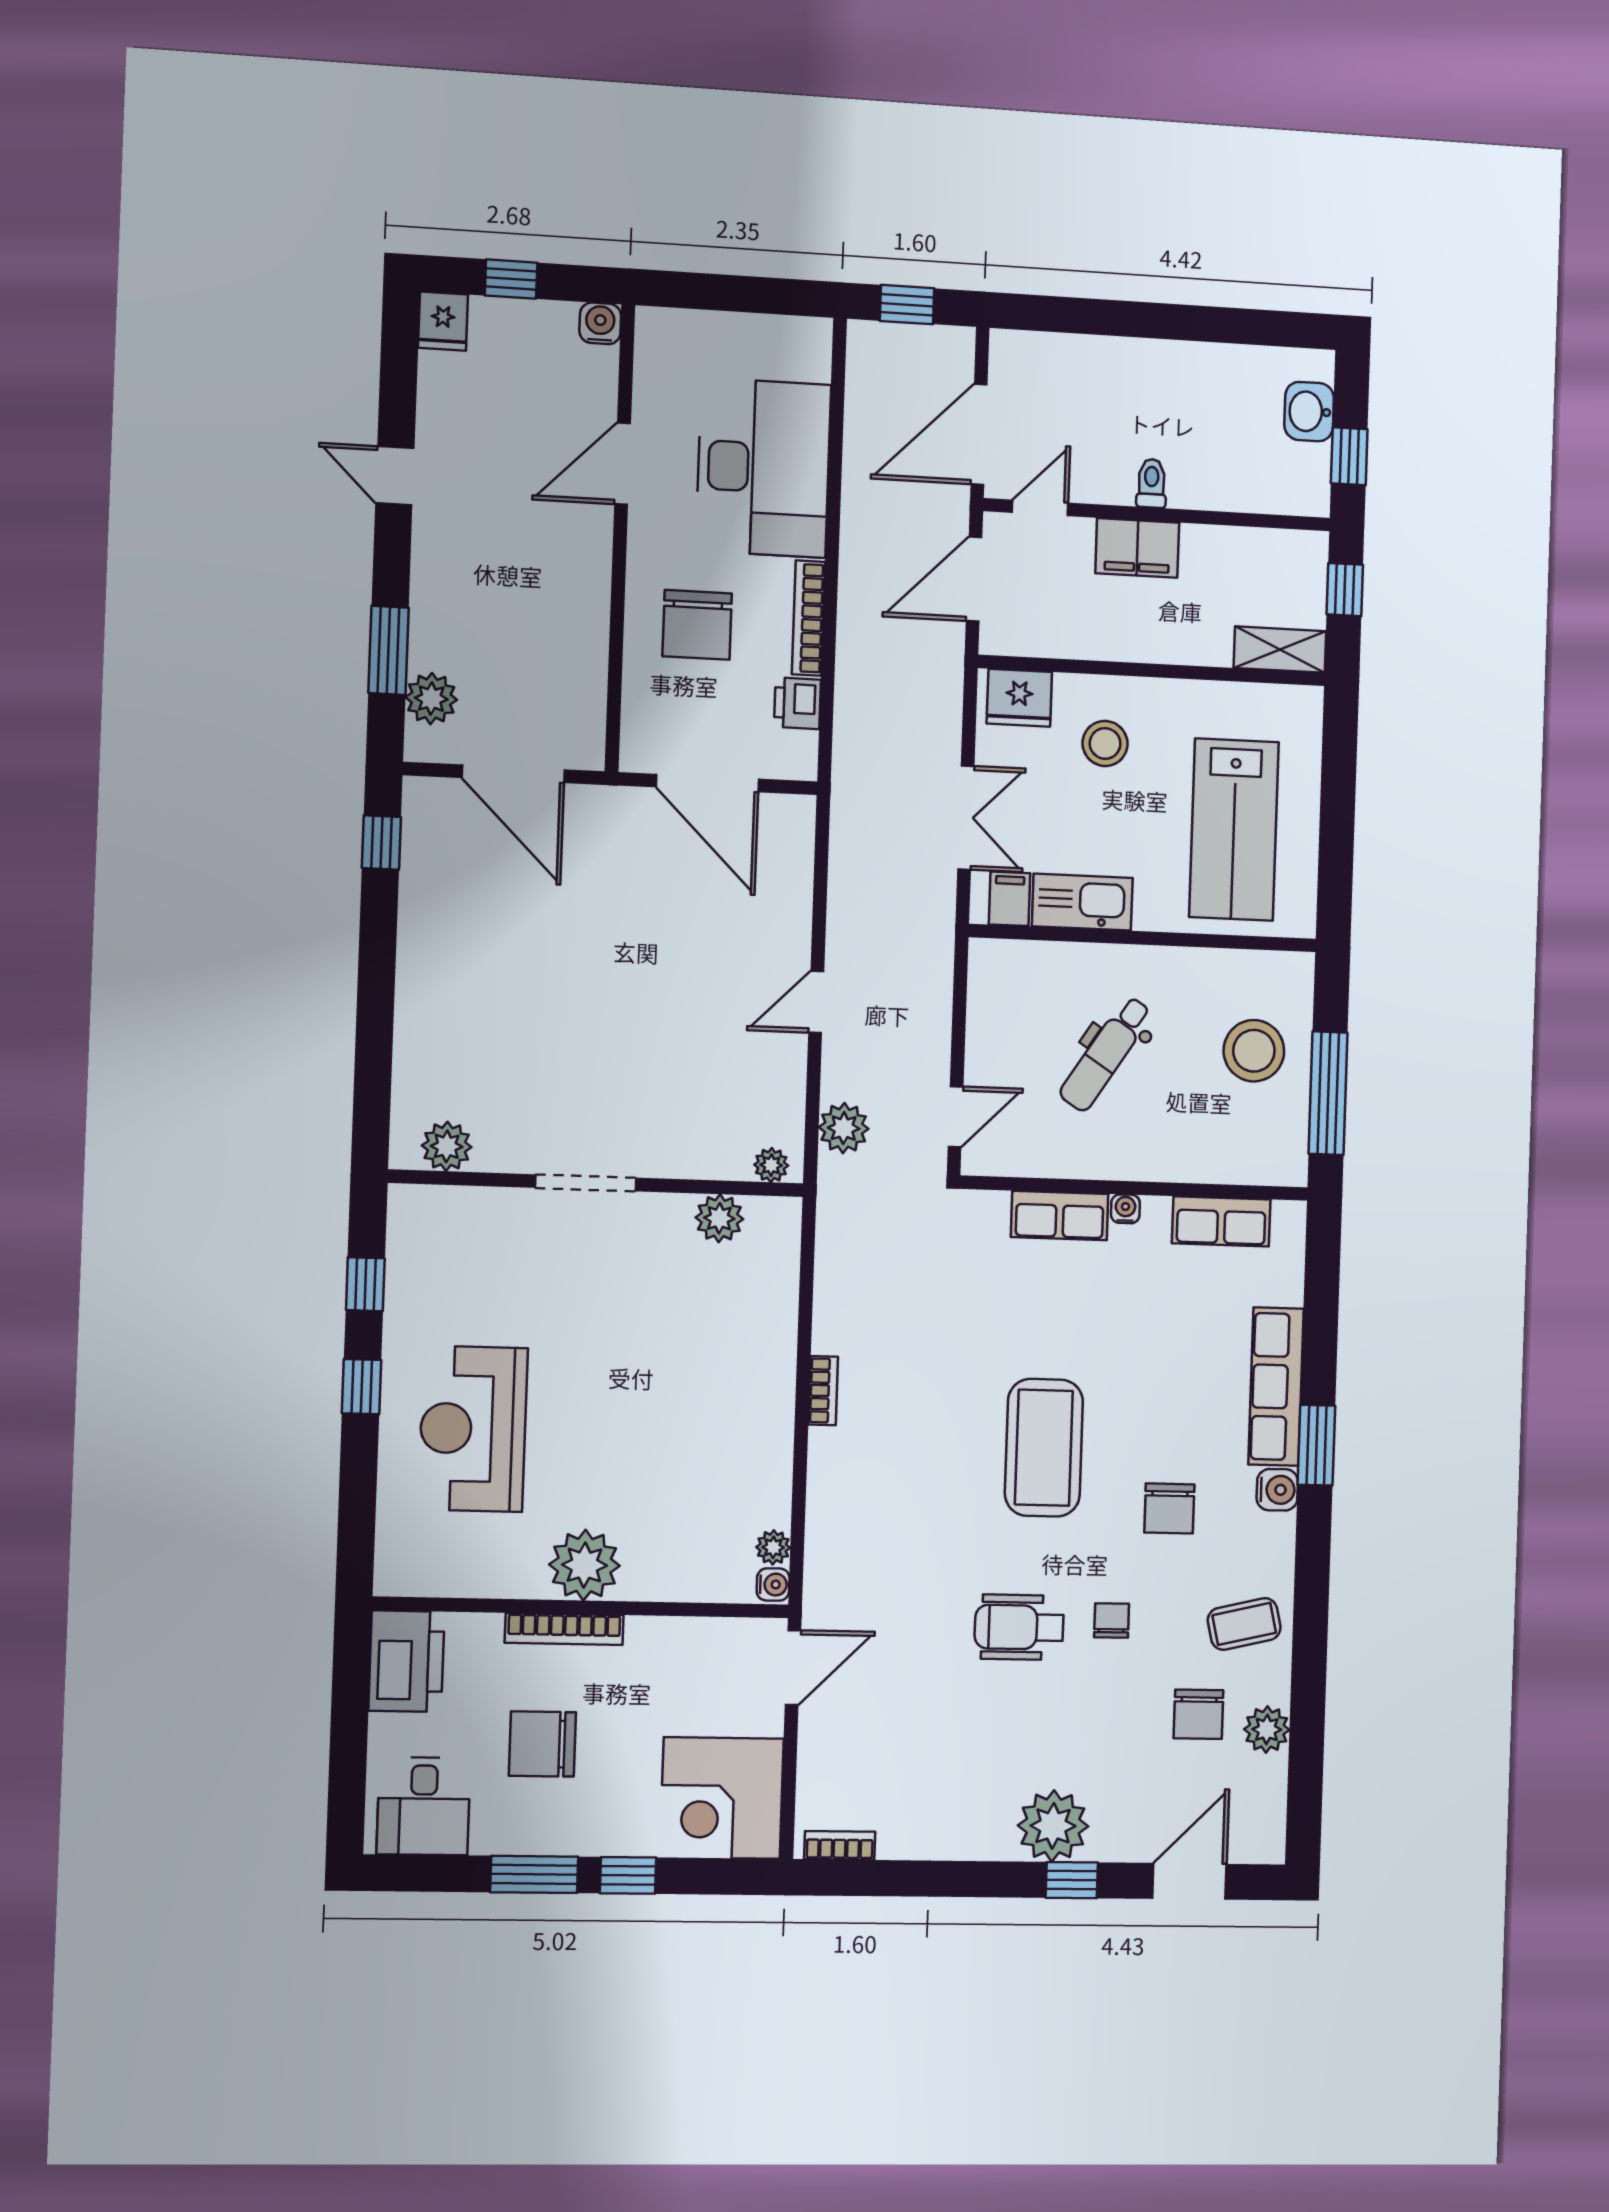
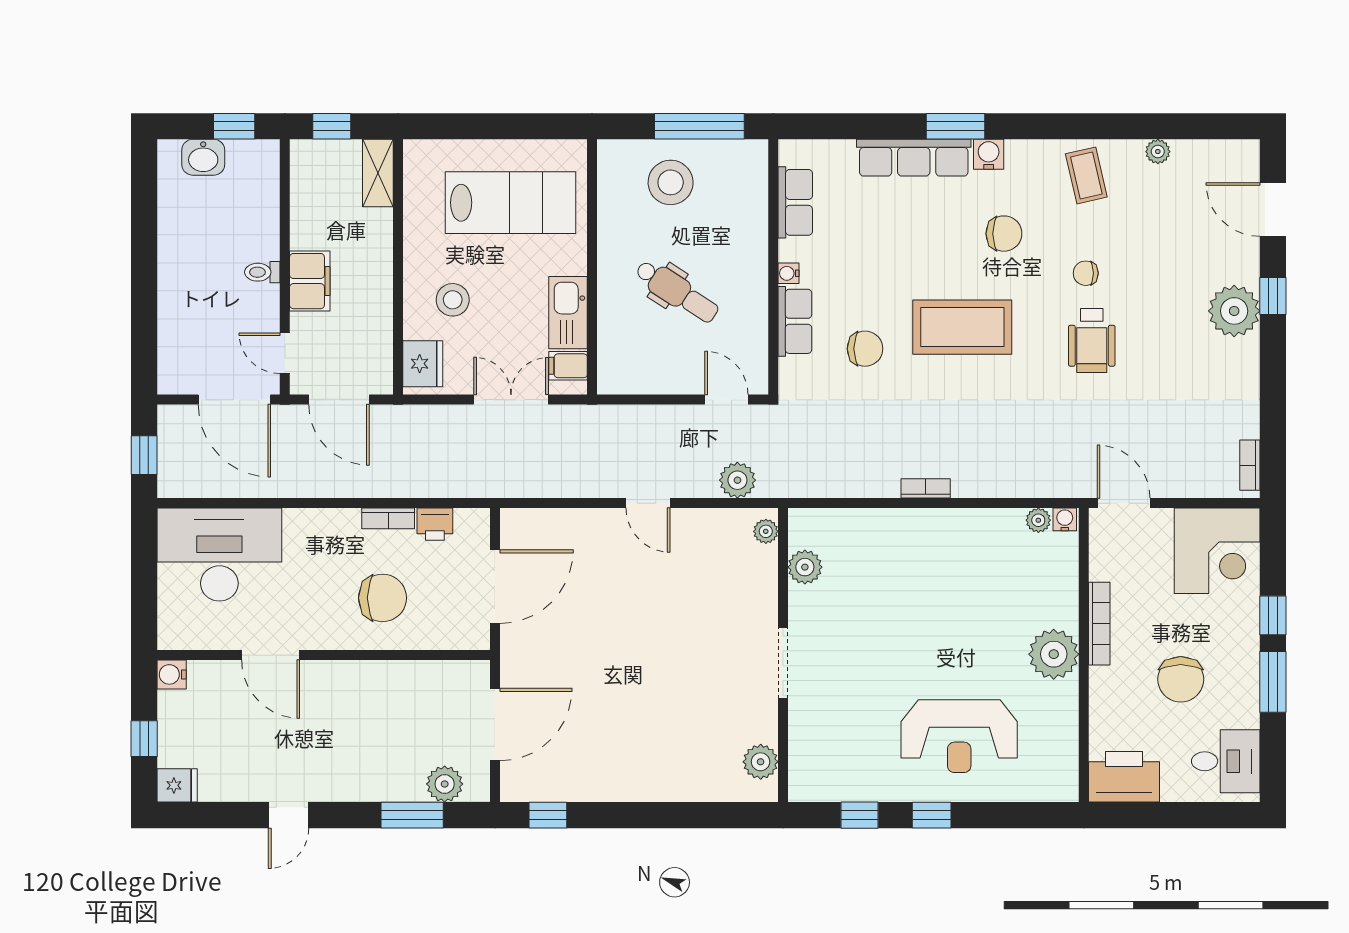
desk: (763, 468) -> (219, 555), moved
bookcase: (808, 618) -> (388, 518), width x0.64
bookcase: (564, 1629) -> (1099, 624), moved
chair: (1198, 1714) -> (865, 349), moved
plant: (1267, 1729) -> (1158, 152), width x0.73, depth x0.73

